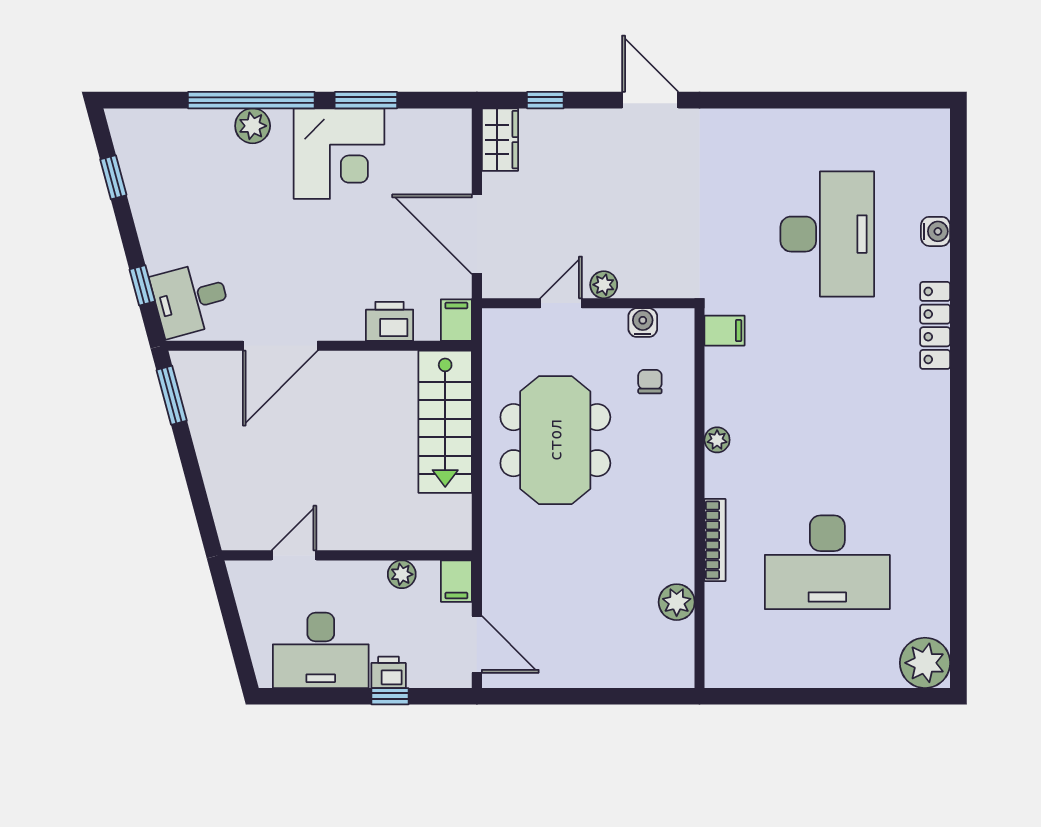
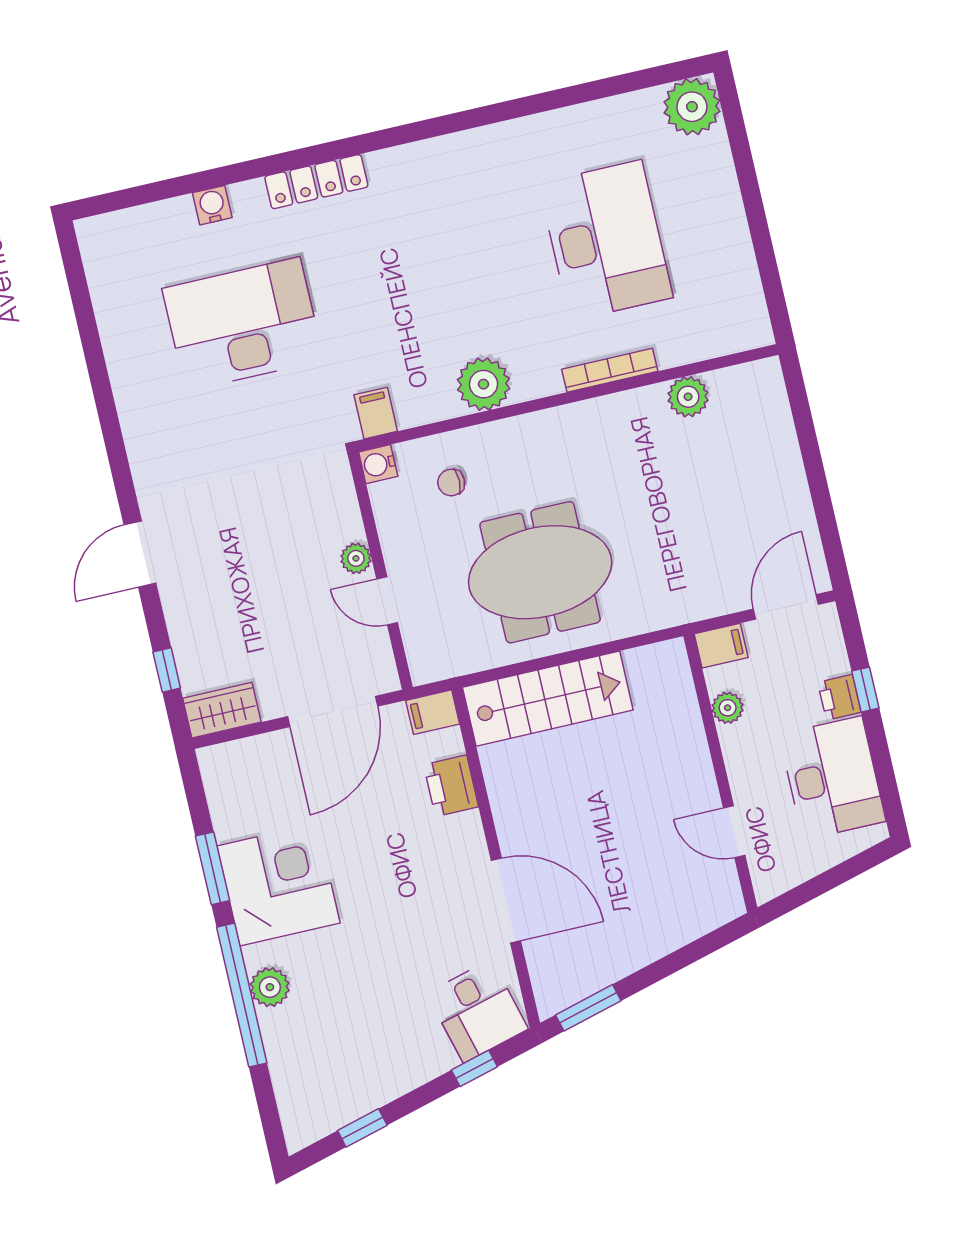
water cooler: (643, 323) -> (378, 464), moved
plant: (717, 440) -> (484, 384), width x1.88, depth x1.88

